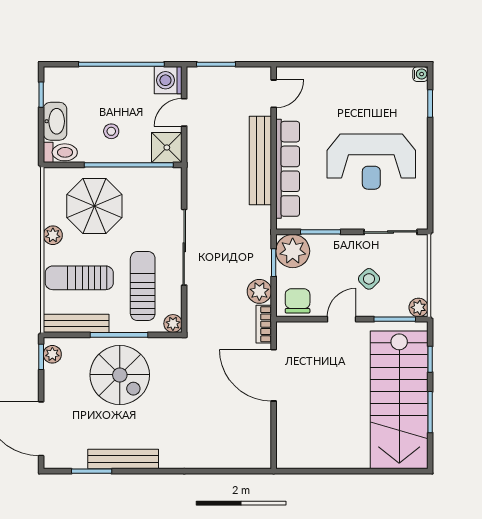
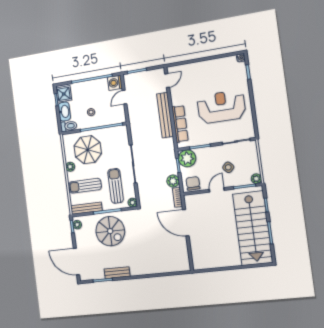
shower: (167, 147) -> (64, 94), moved
reception desk: (371, 162) -> (221, 107), turned 180
row of seats: (288, 169) -> (180, 124), width x0.73
bench: (123, 459) -> (117, 273), width x0.73

